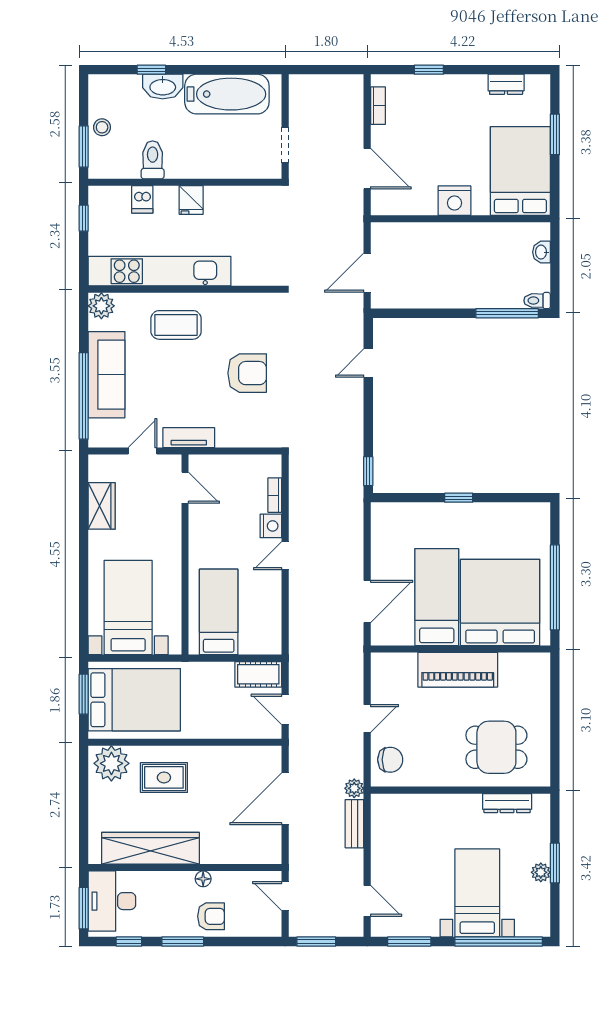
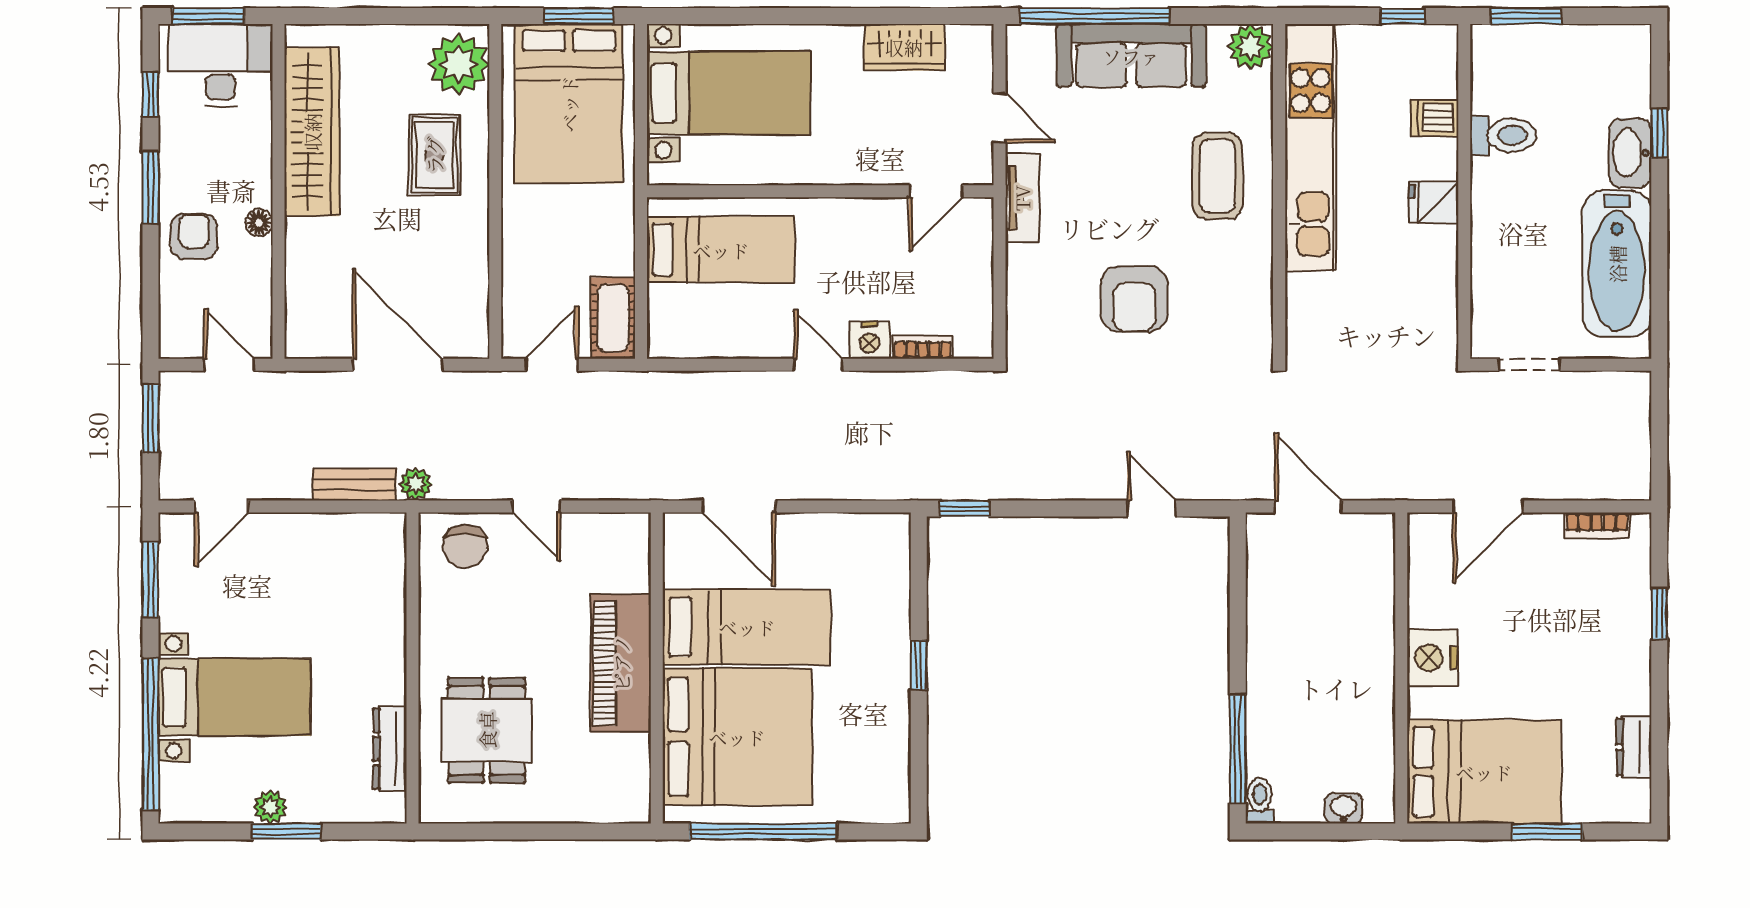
stool: (102, 127) -> (1560, 48), removed
door: (285, 896) -> (229, 365), hinge flipped
armchair: (211, 916) -> (194, 237), turned 180

